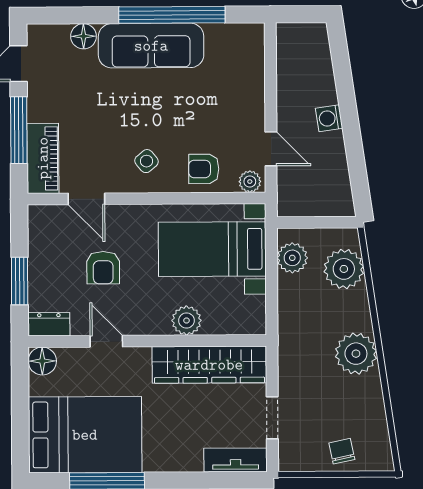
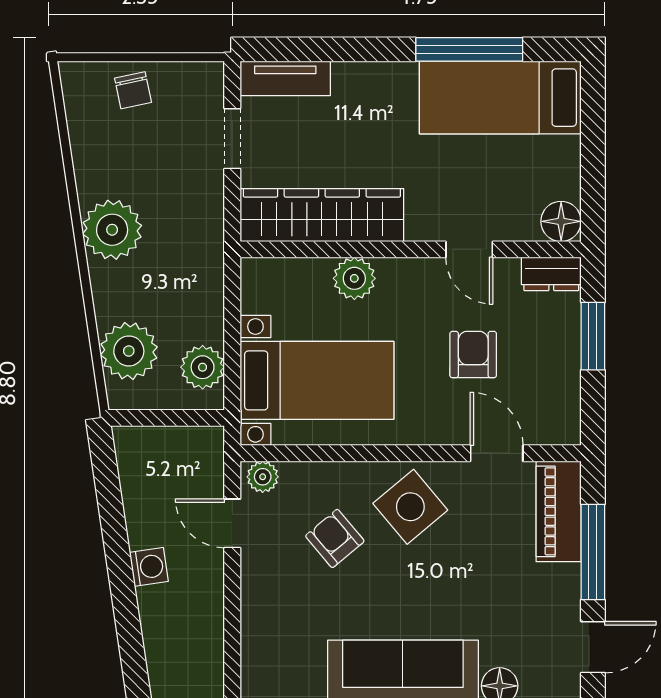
side table: (147, 161) -> (410, 507), width x1.87, depth x1.87
armchair: (204, 169) -> (335, 538), moved, turned -130
bed: (85, 435) -> (500, 98), width x0.67

